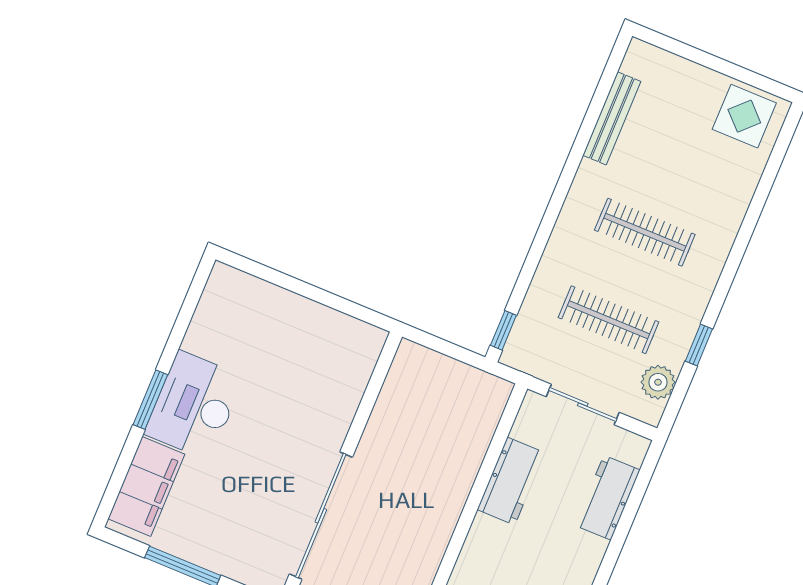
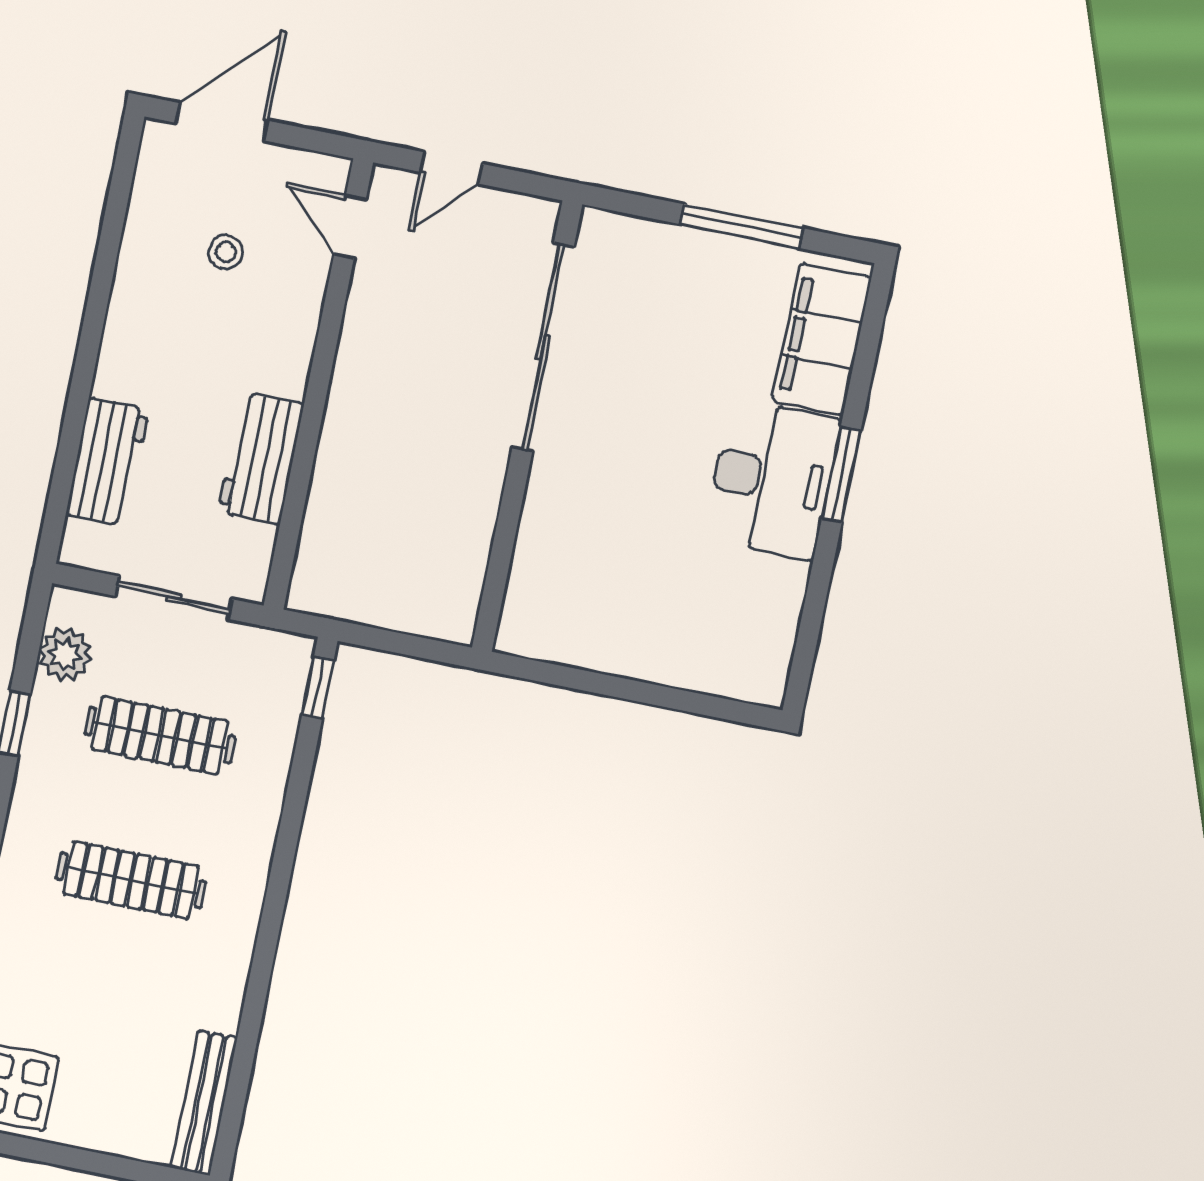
bench: (612, 118) -> (204, 1103), moved

